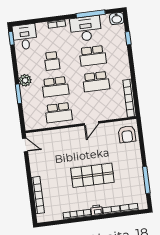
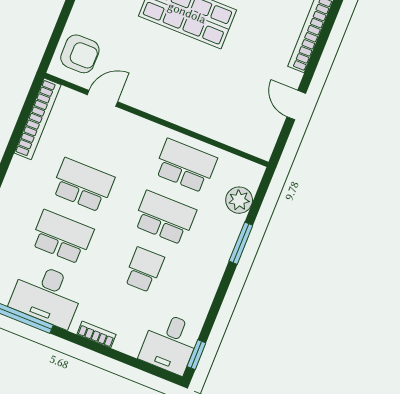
plant: (25, 80) -> (239, 200), moved
door: (91, 123) -> (102, 98), moved
armchair: (127, 134) -> (80, 54), turned 90
door: (25, 145) -> (296, 105), moved

